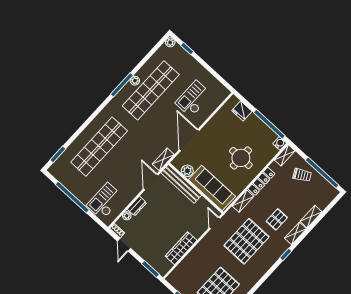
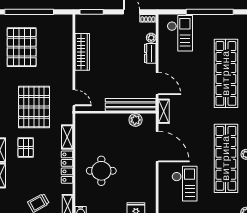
sofa: (212, 188) -> (102, 124), removed

